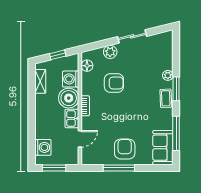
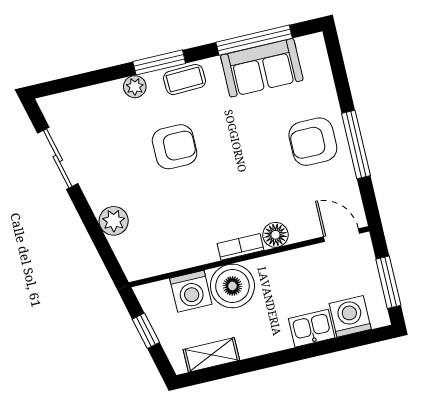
sliding door: (132, 36) -> (58, 158), moved
floor lamp: (87, 66) -> (275, 235), moved
armchair: (114, 83) -> (175, 147), moved, turned 90
kitchen sink: (72, 118) -> (312, 328), moved, turned 180
door: (80, 139) -> (342, 235), moved
sofa: (163, 148) -> (262, 68), moved

